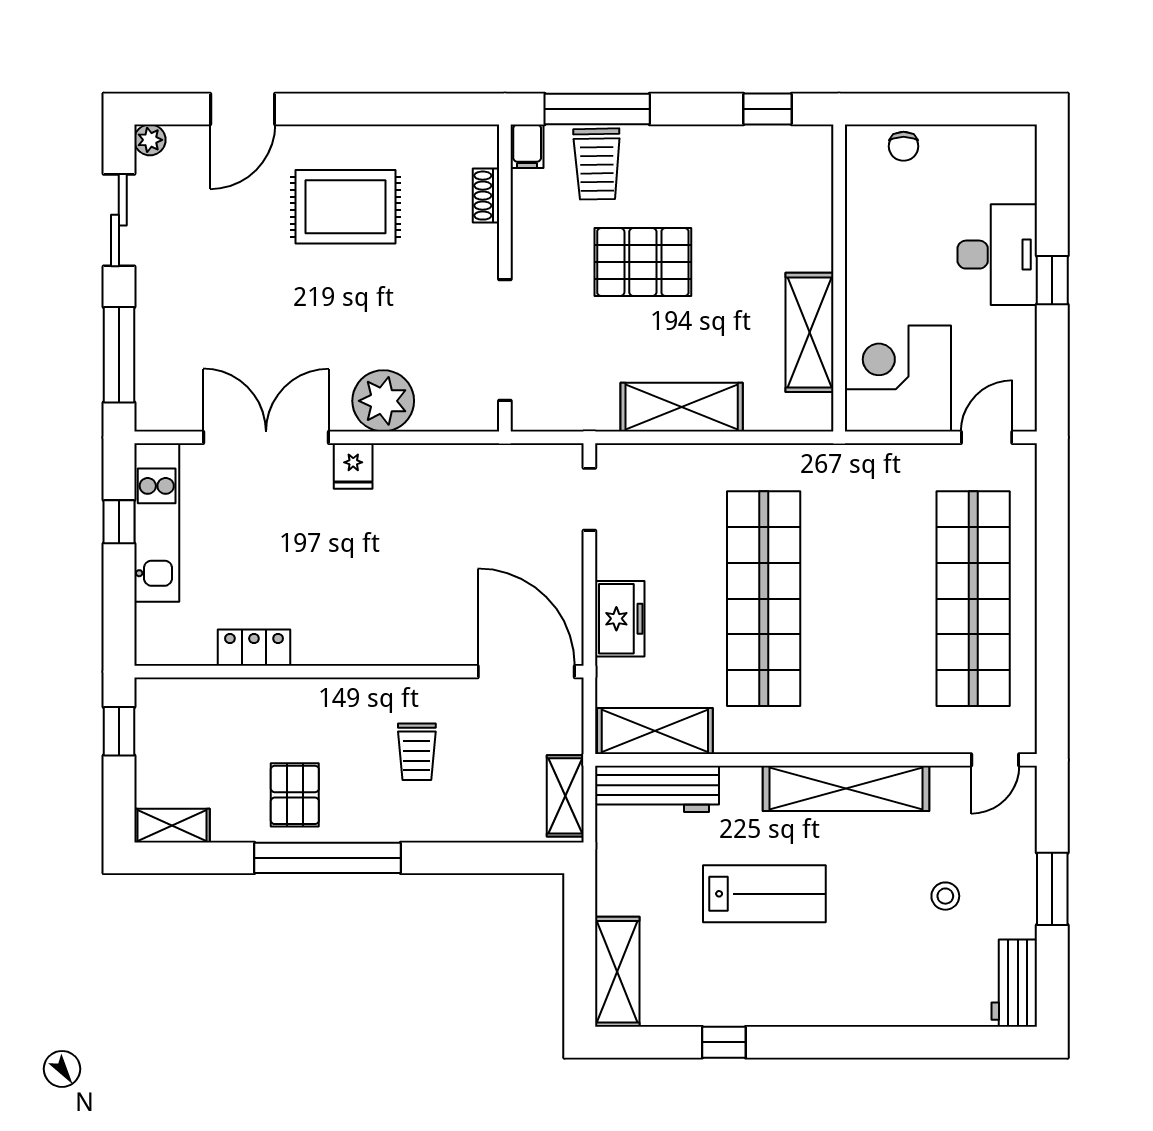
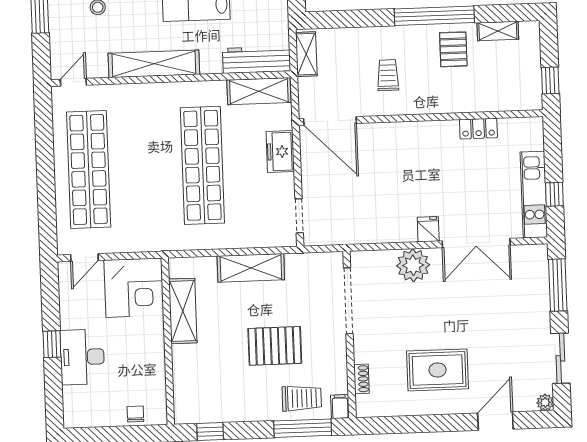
trolley: (597, 164) -> (302, 398), turned 91
shelving: (172, 826) -> (498, 31), moved

